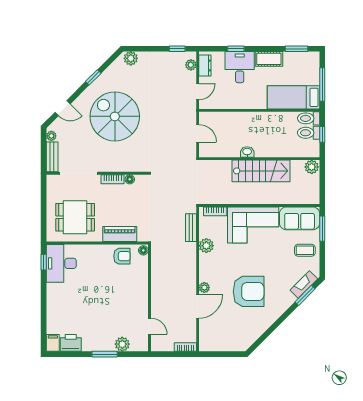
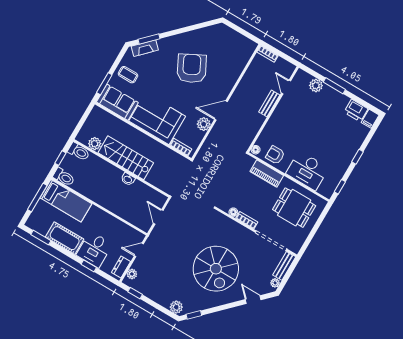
cot: (269, 59) -> (65, 238), width x1.37, depth x1.34
window: (93, 77) -> (194, 315), moved
toilet: (309, 133) -> (79, 152), moved
plant: (312, 167) -> (95, 144), moved
bench: (191, 228) -> (269, 103), moved
desk: (61, 263) -> (307, 171), moved, turned 90
plant: (204, 288) -> (225, 92), removed
armchair: (249, 291) -> (192, 68), turned 63
window: (44, 300) -> (357, 157), added
door: (198, 306) -> (221, 110), moved

